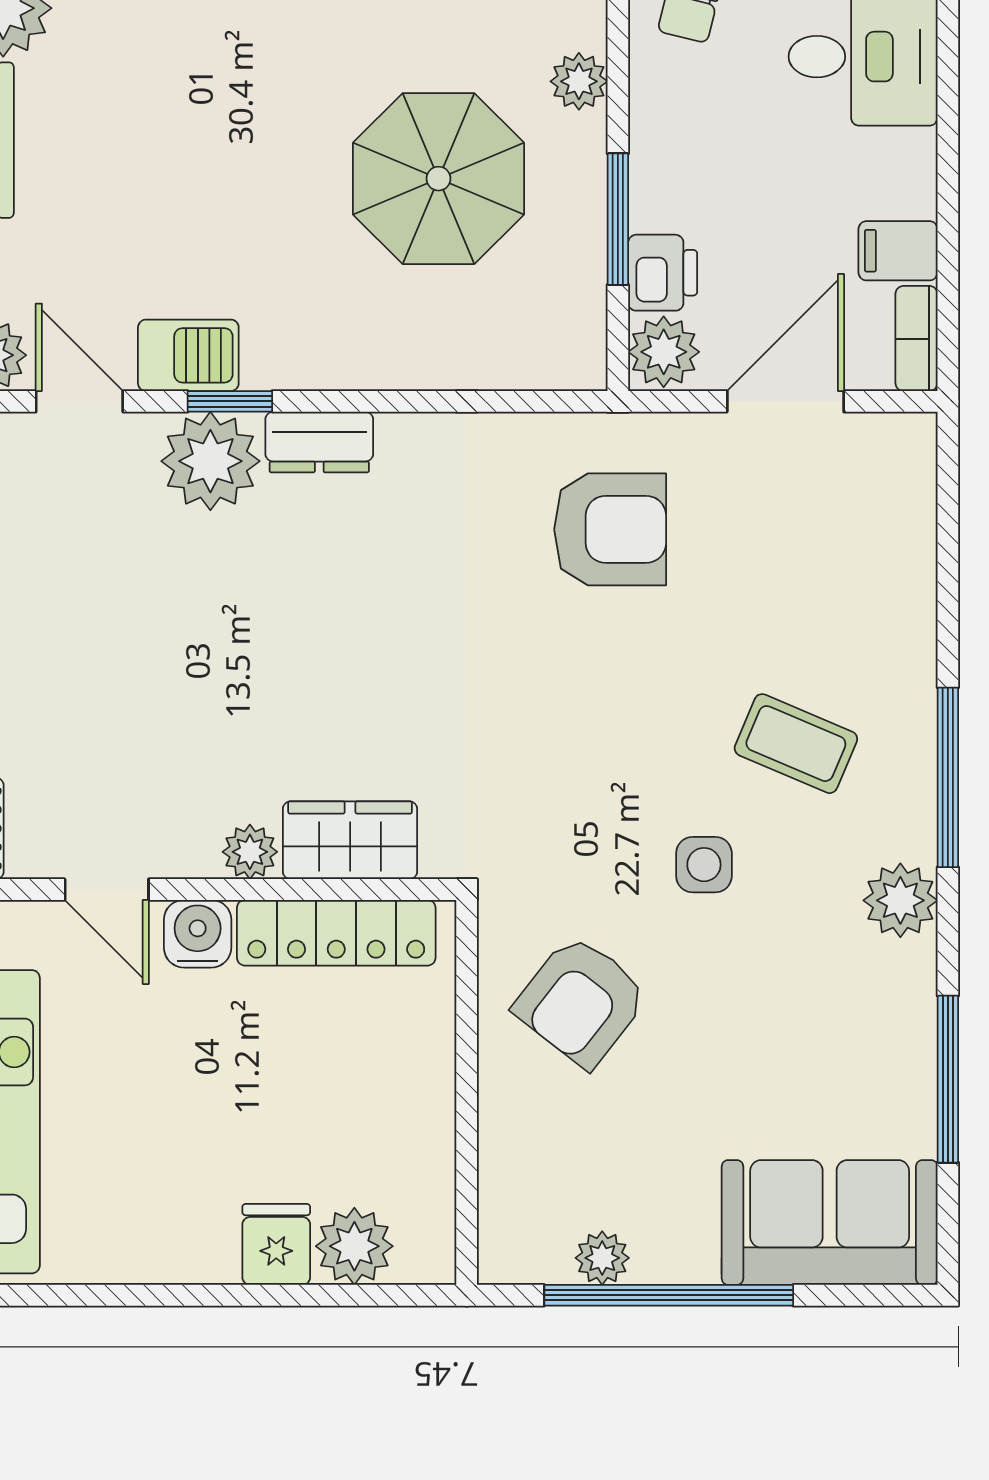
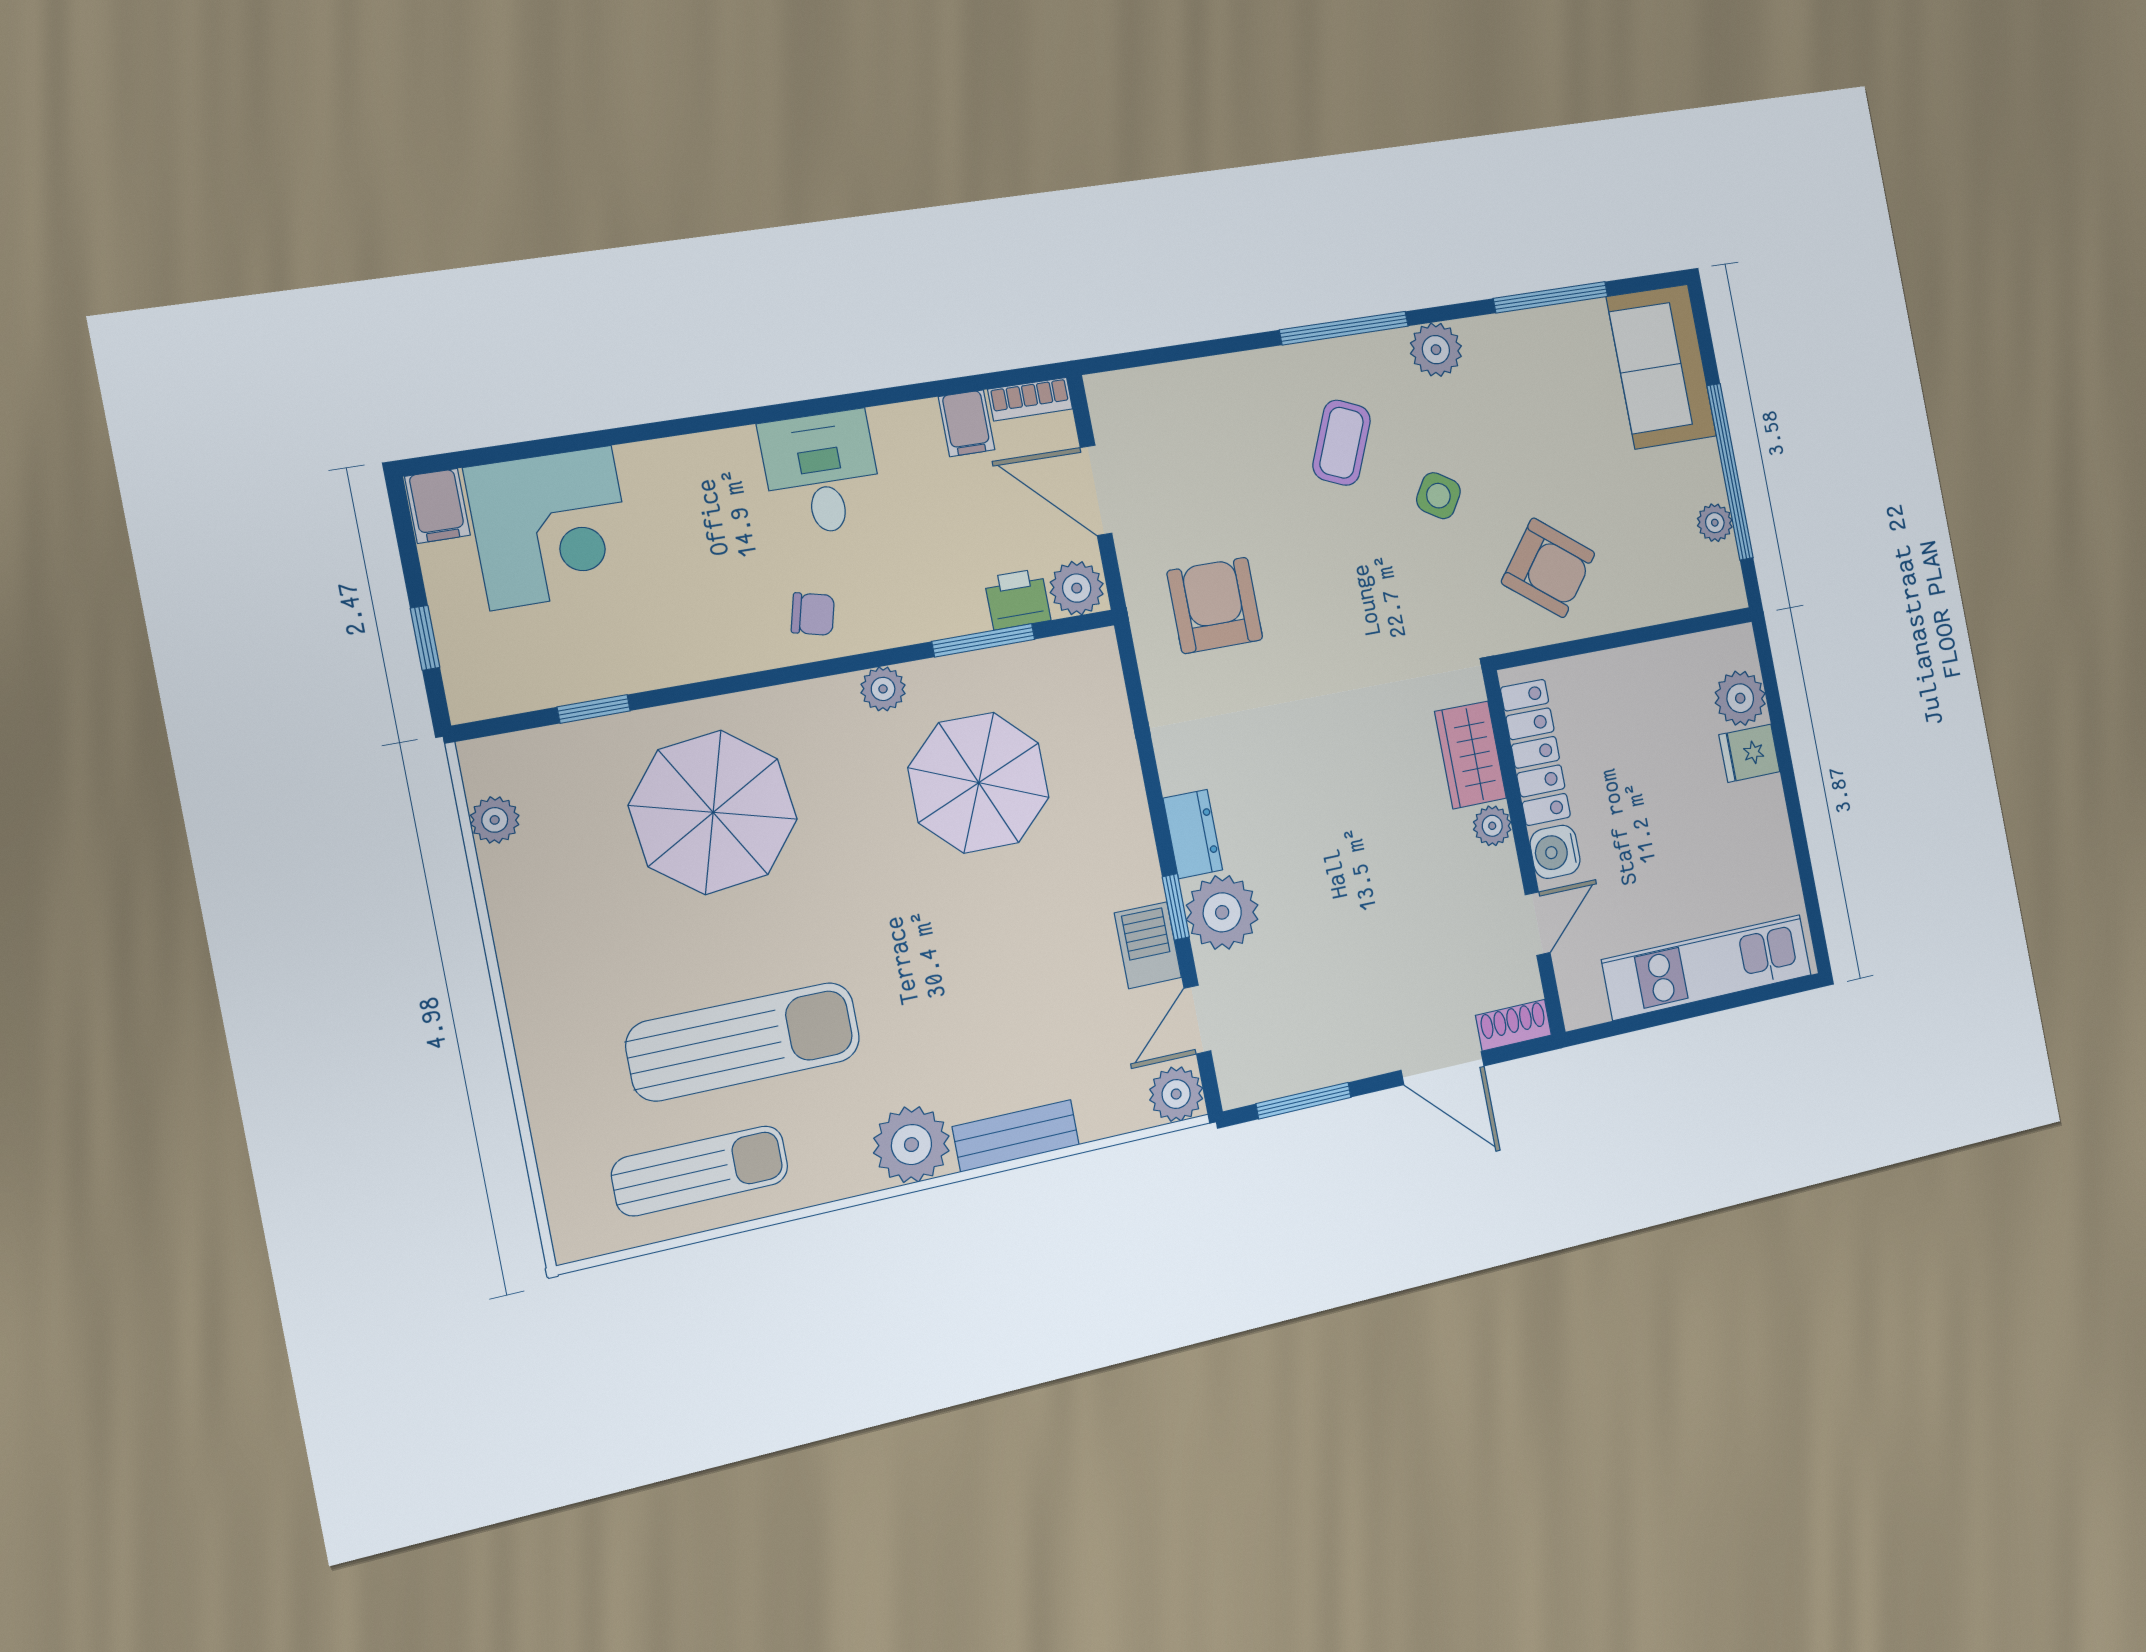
side table: (704, 865) -> (1438, 496), turned 32

